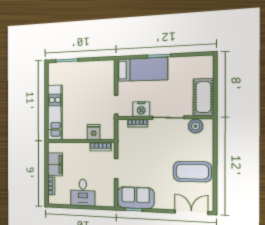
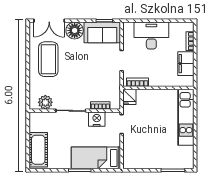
cot: (203, 97) -> (38, 150), moved
fridge: (94, 132) -> (129, 97), moved
coffee table: (192, 172) -> (48, 59), turned 90
desk: (83, 193) -> (151, 36), width x1.37
floor lamp: (164, 201) -> (75, 30), added

